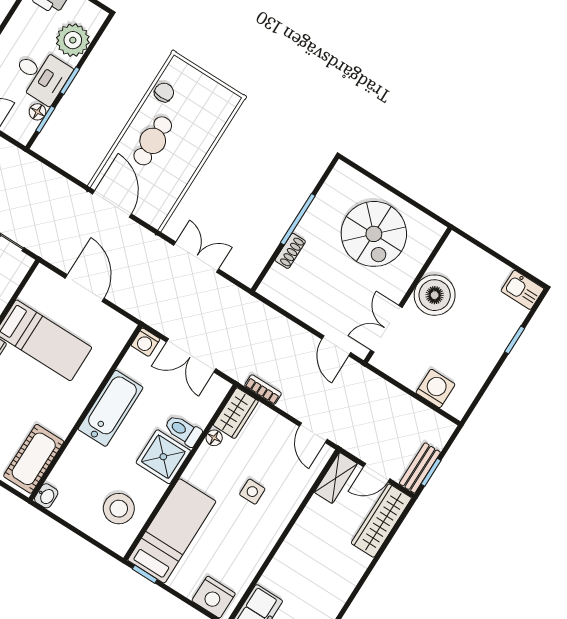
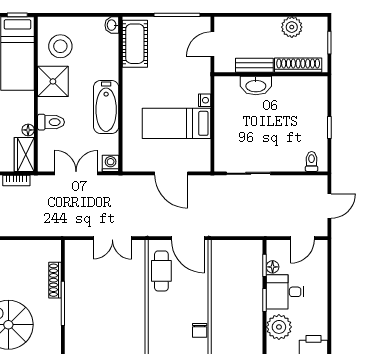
cafe table: (153, 141) -> (161, 271), moved
shoe rack: (290, 251) -> (55, 280), width x1.43
shower: (163, 457) -> (53, 81), moved

